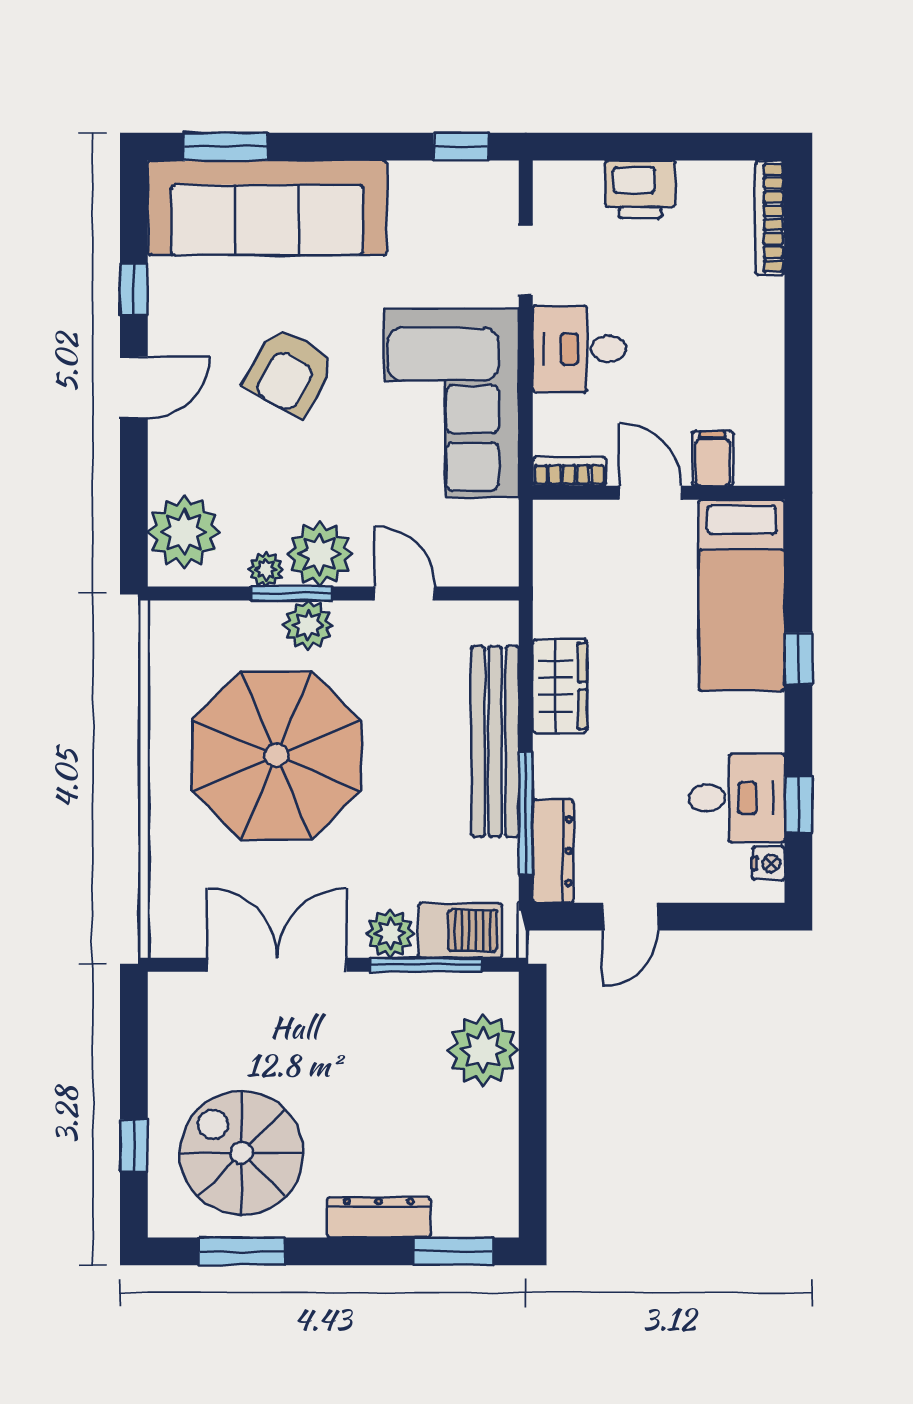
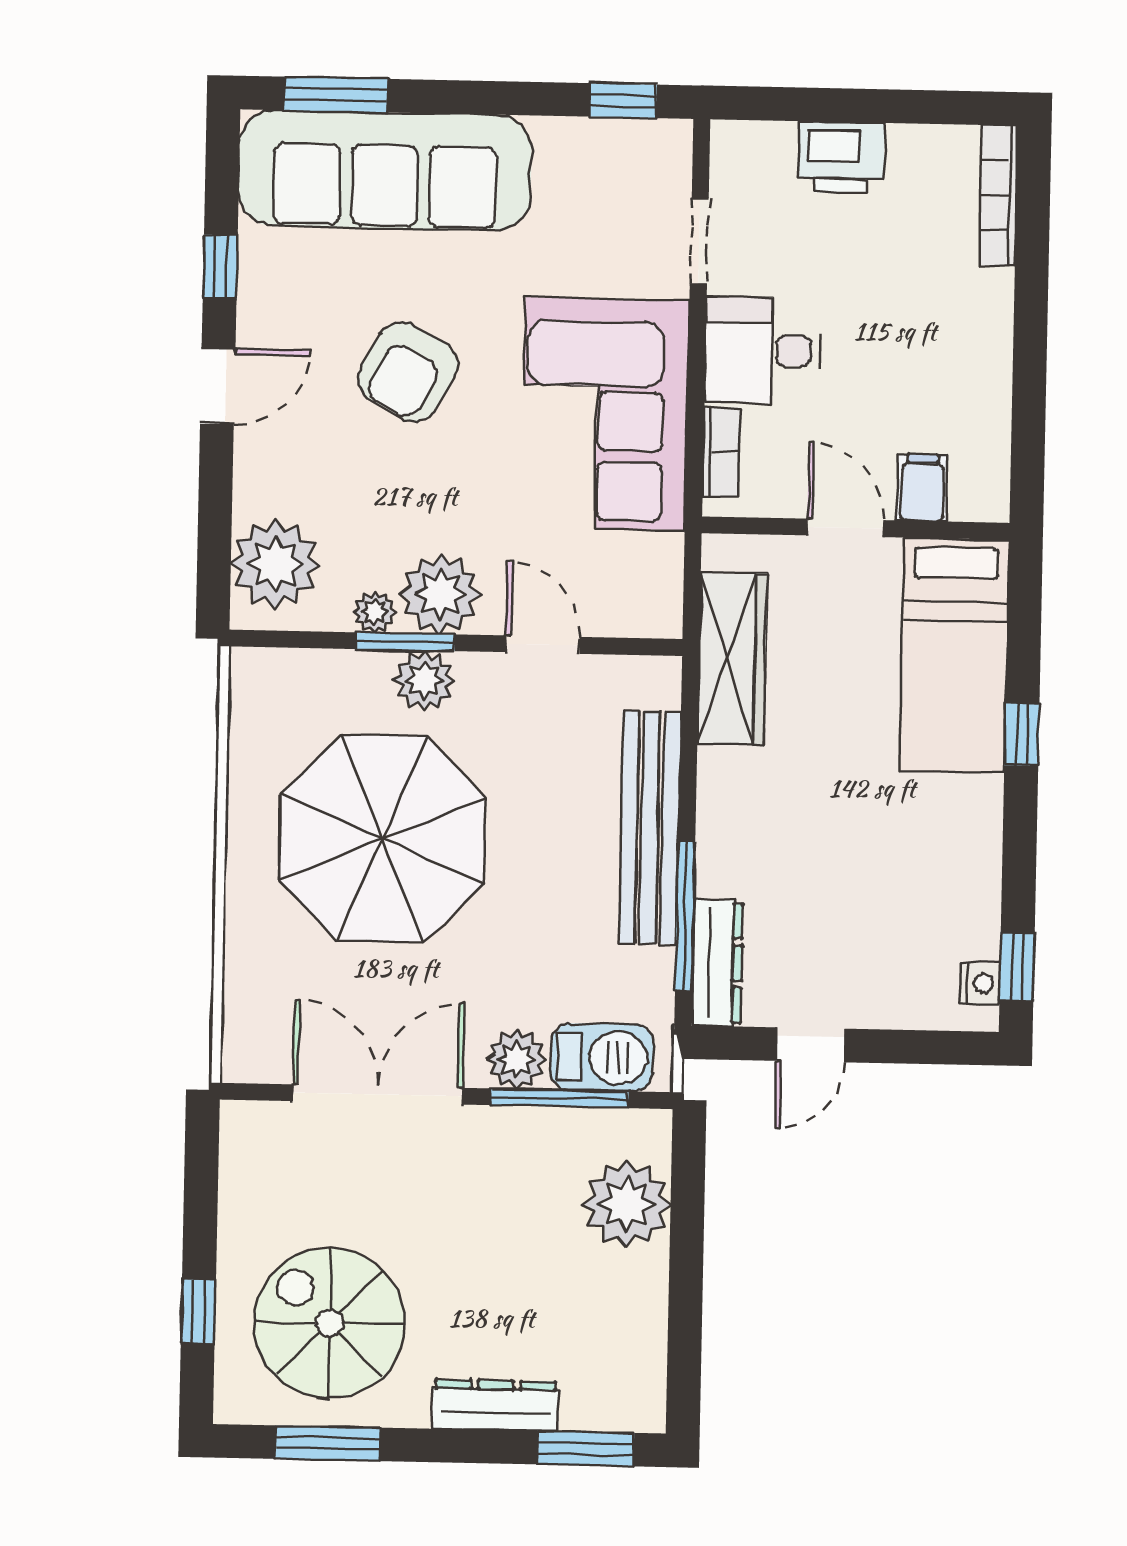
bookcase: (569, 471) -> (721, 452), moved, turned 90
wardrobe: (560, 686) -> (732, 659), moved, width x1.50
desk: (737, 798) -> (943, 903), removed
window: (798, 805) -> (1017, 966), moved

